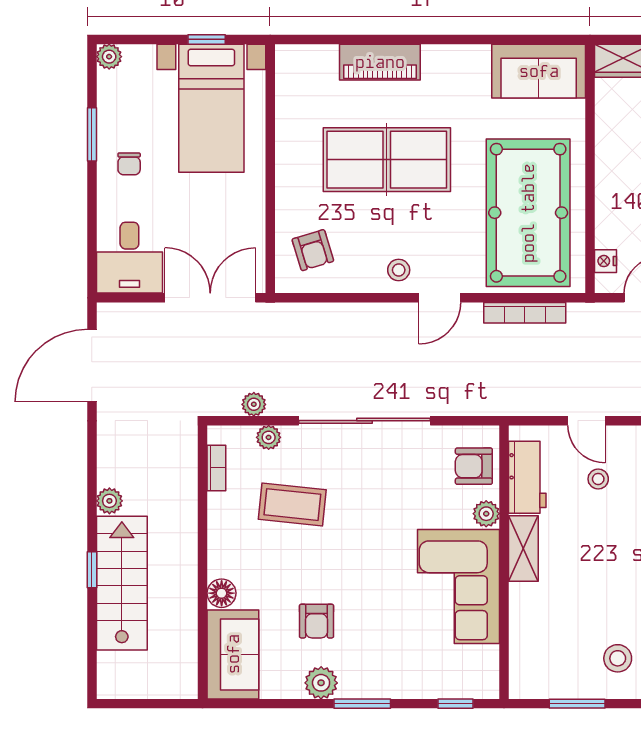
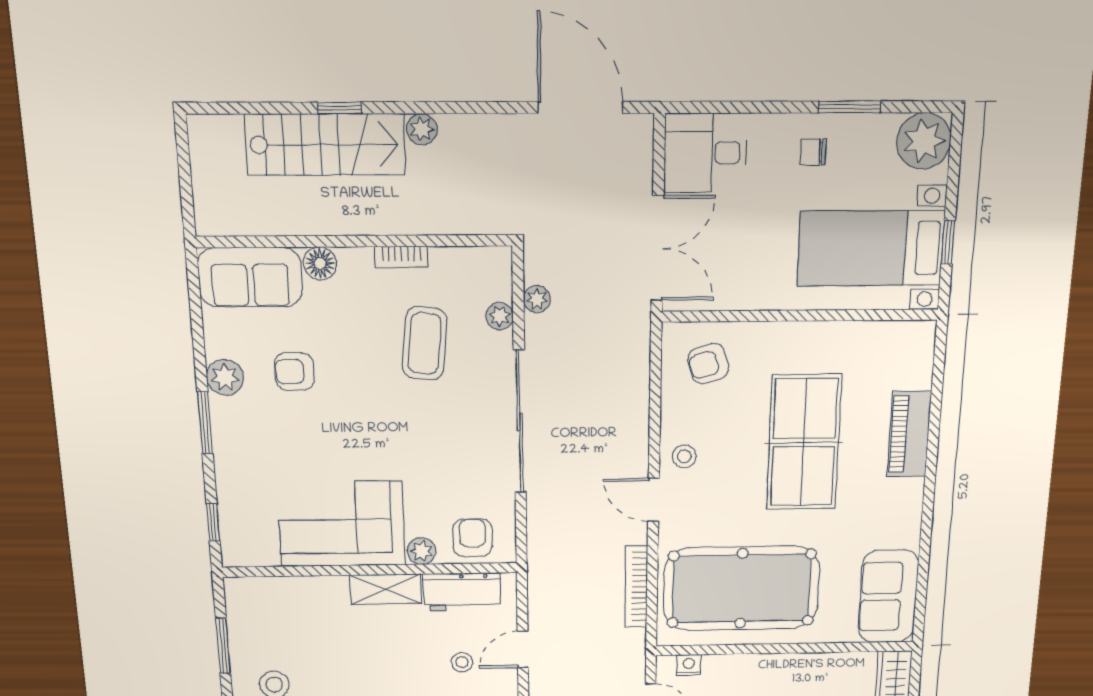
plant: (109, 57) -> (924, 141), width x1.88, depth x1.88
bookcase: (216, 468) -> (401, 257), moved

